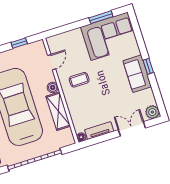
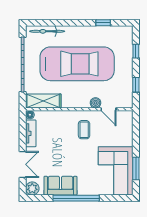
window: (148, 66) -> (76, 198), width x3.17
sofa: (137, 74) -> (60, 186), moved
boiler: (53, 87) -> (95, 103), moved
shelving: (58, 111) -> (43, 101), moved

